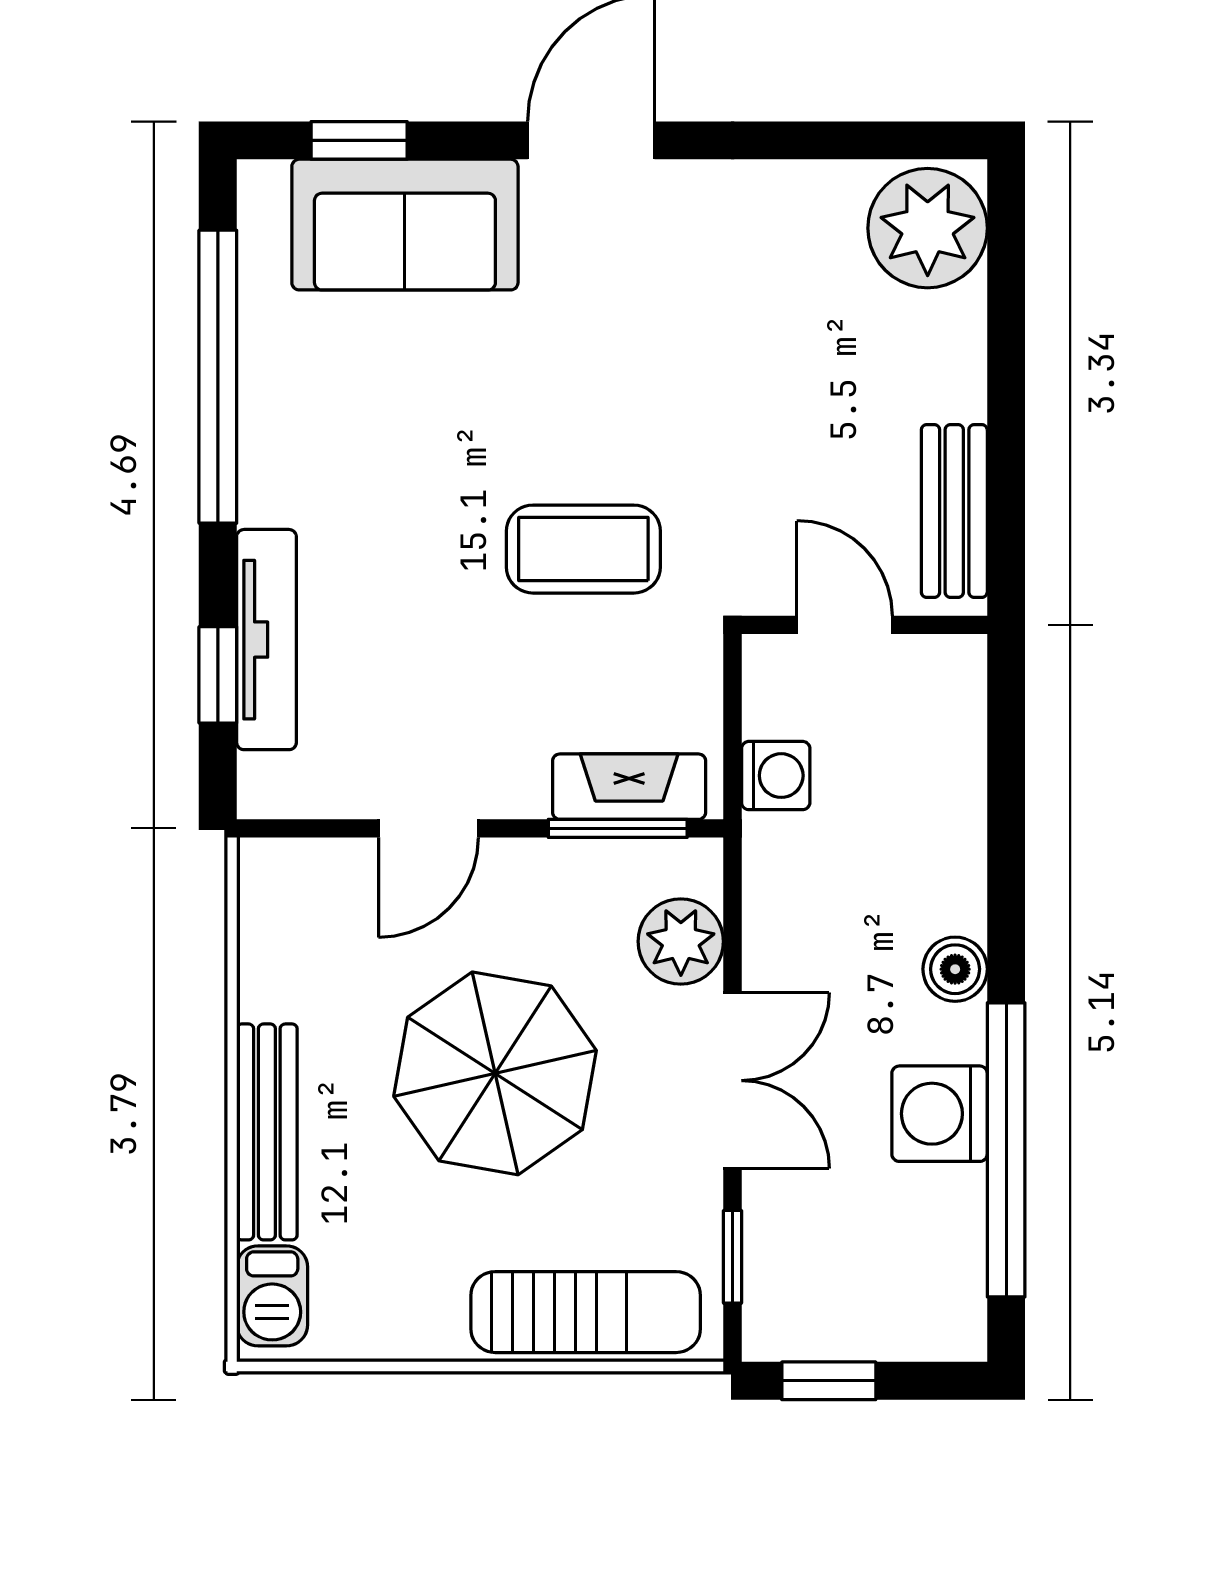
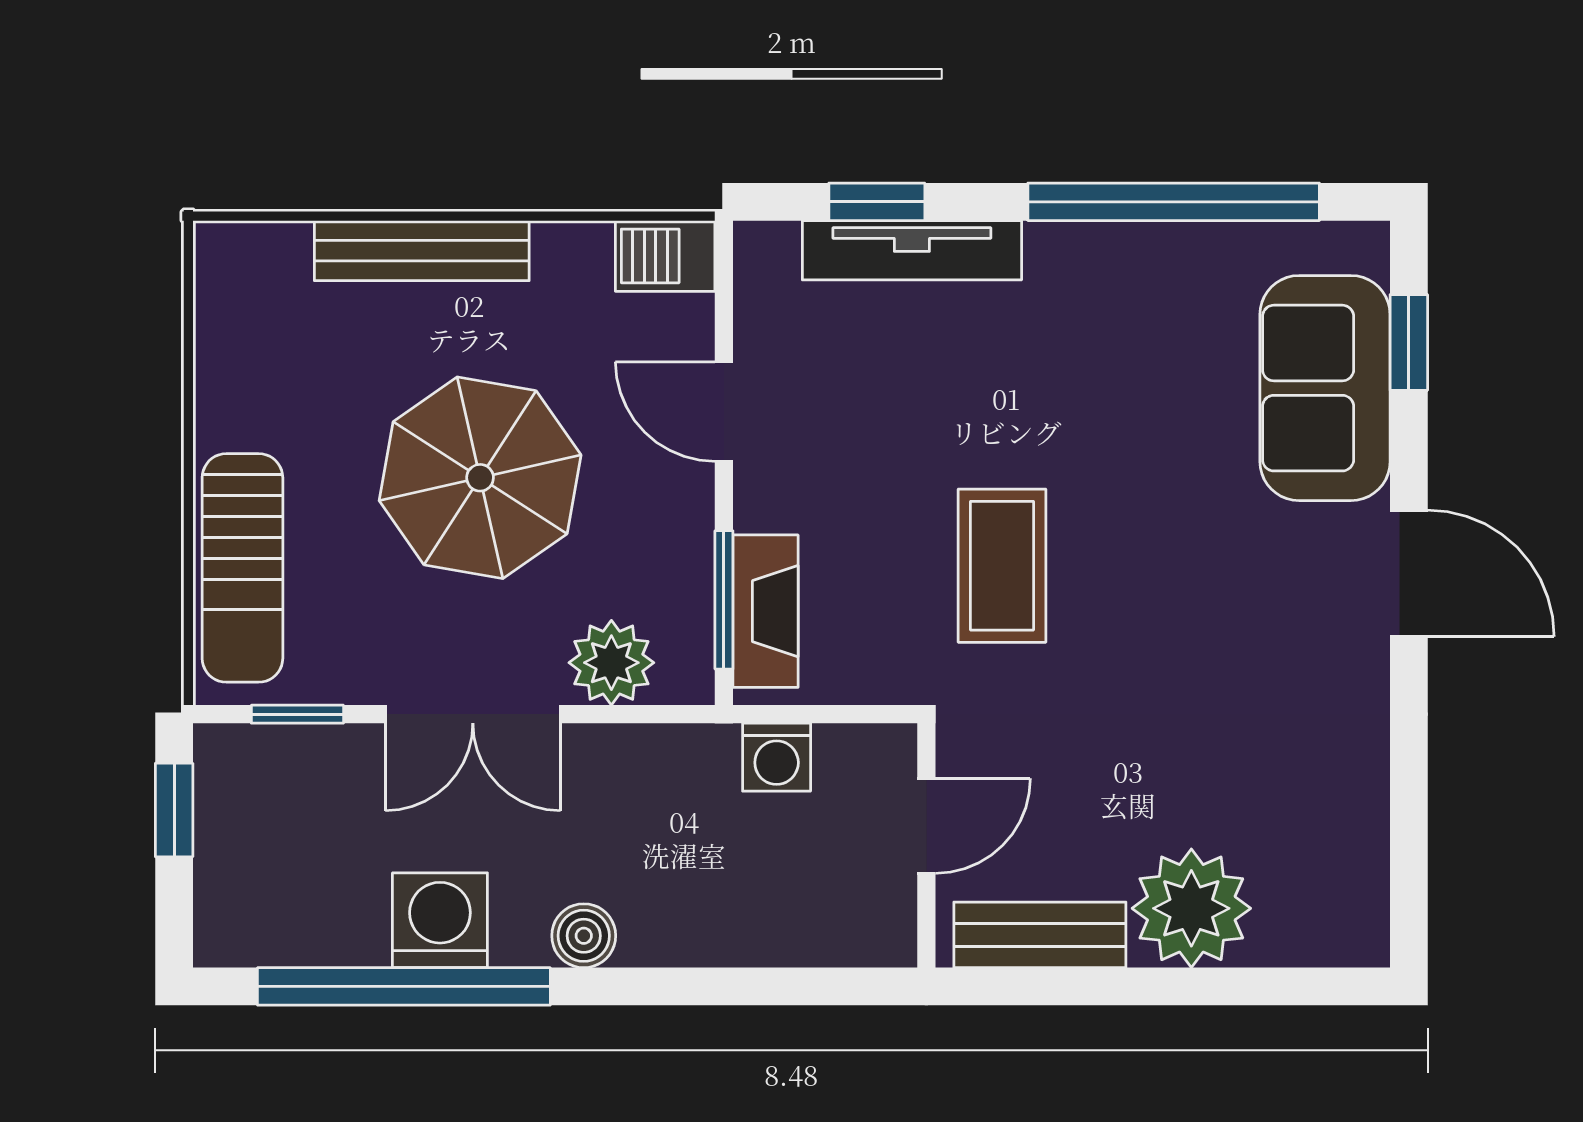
plant: (928, 228) -> (1191, 908), moved
barbecue: (272, 1296) -> (665, 256), moved

